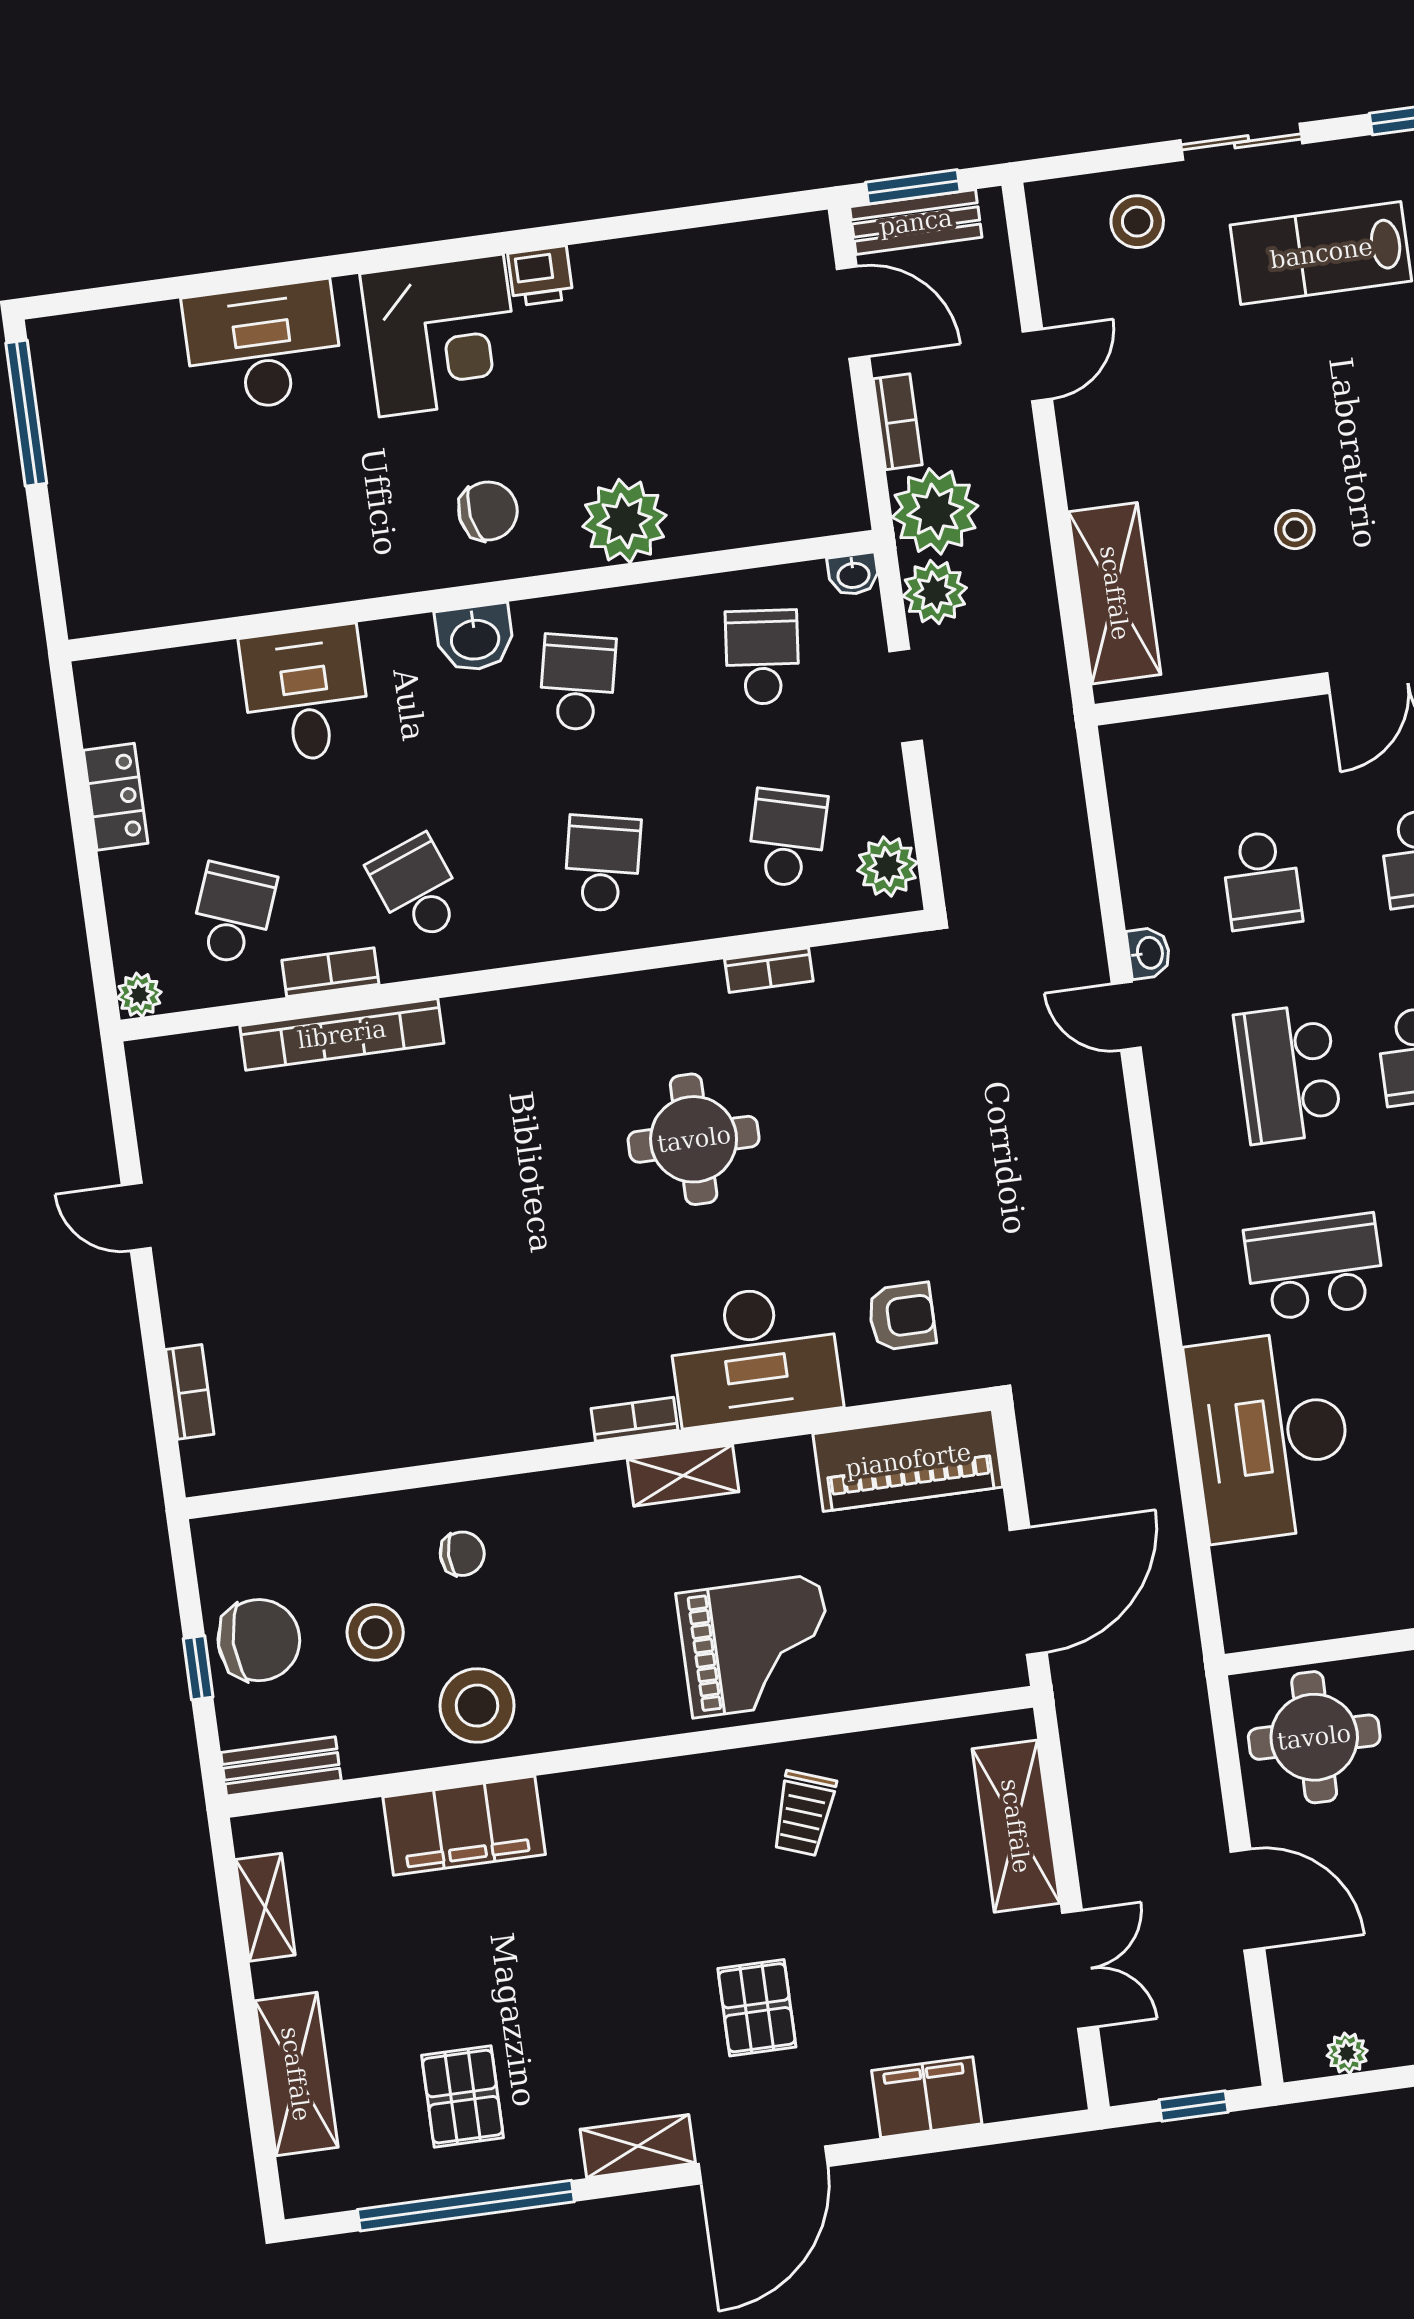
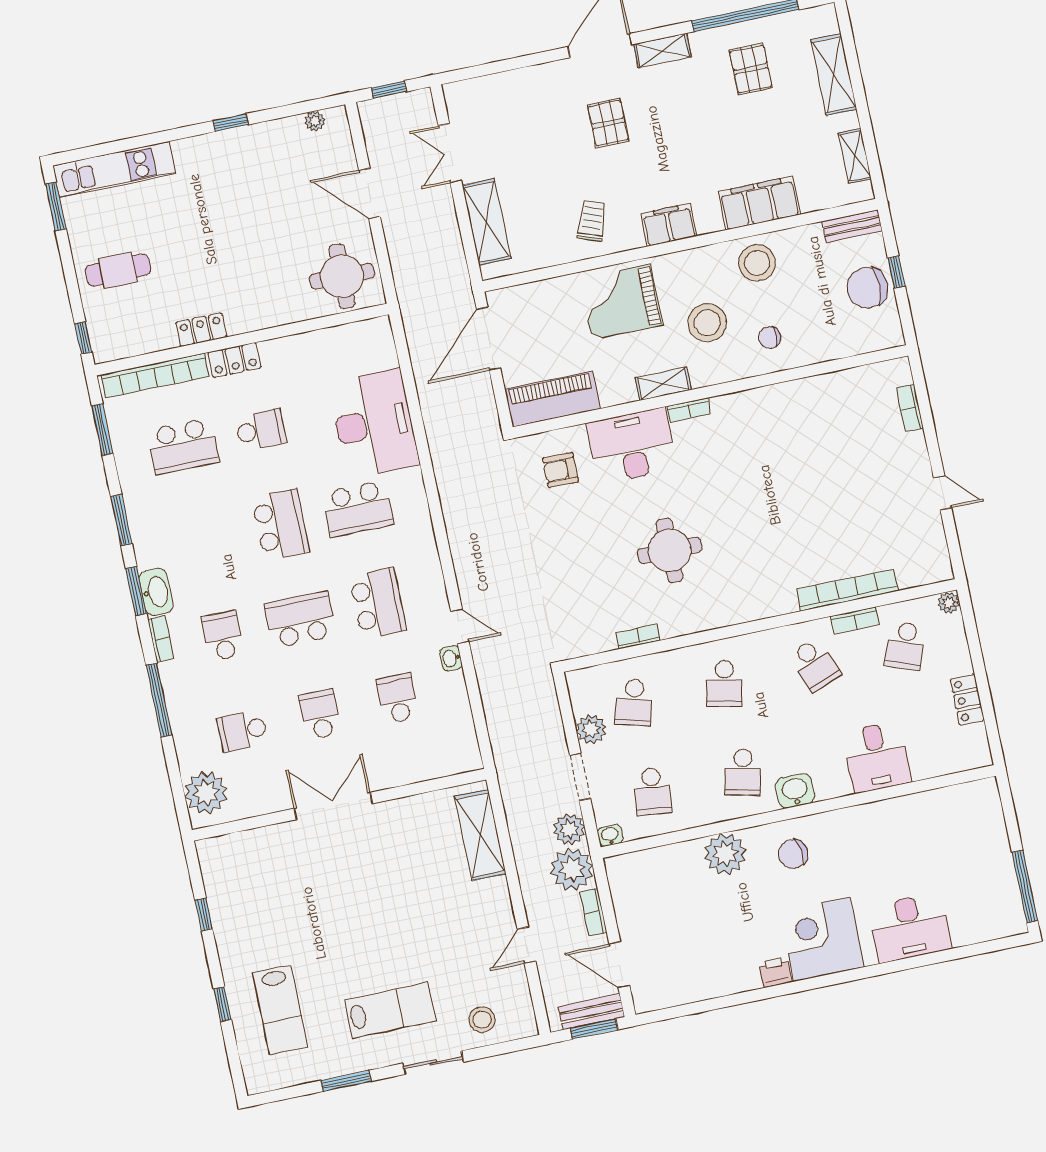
stool: (1295, 530) -> (393, 873), removed
plant: (887, 866) -> (591, 729), moved
stool: (375, 1632) -> (707, 323), moved, width x1.38, depth x1.38
filing cabinet: (927, 2097) -> (669, 225), moved, turned 180

